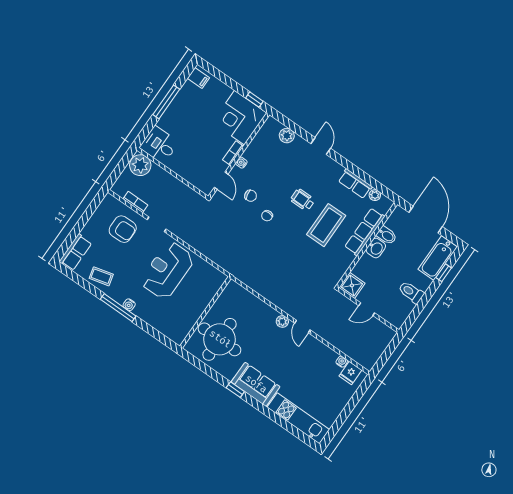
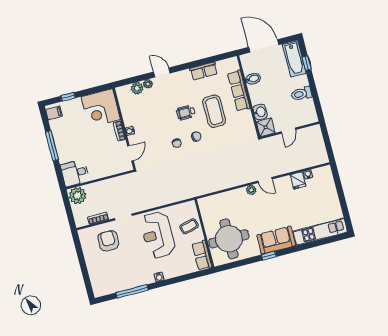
window: (254, 100) -> (68, 97), moved
door: (221, 181) -> (130, 153), hinge flipped
plant: (375, 195) -> (148, 84), moved
chair: (251, 196) -> (196, 136), moved
armchair: (123, 229) -> (108, 241), turned -89
washbasin: (376, 248) -> (260, 112), moved
row of seats: (75, 252) -> (202, 255), moved, turned 180
coffee table: (101, 276) -> (189, 226), moved
window: (118, 308) -> (132, 291), moved
fridge: (350, 373) -> (298, 180), moved

